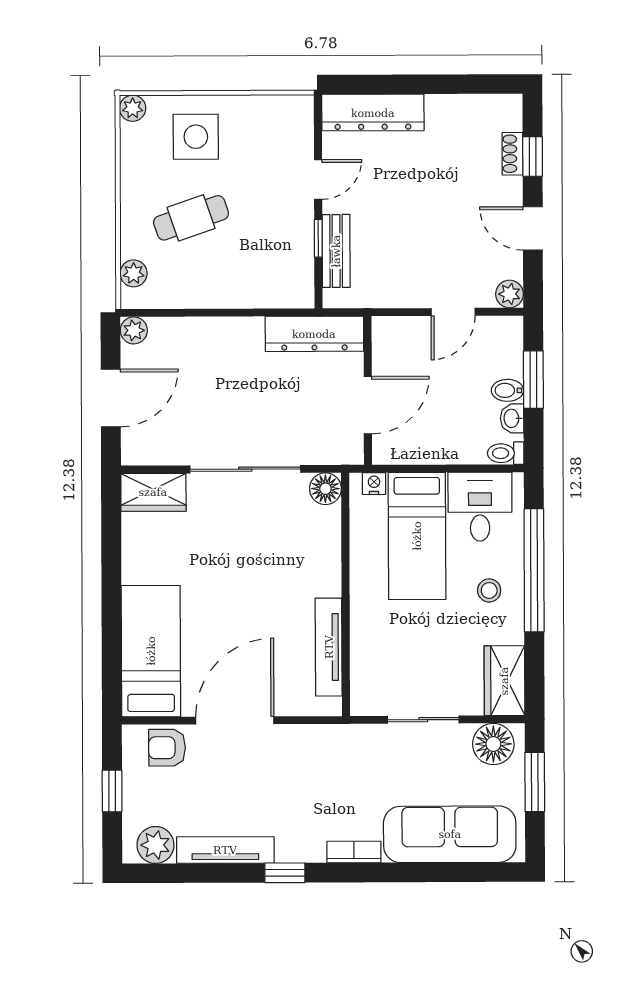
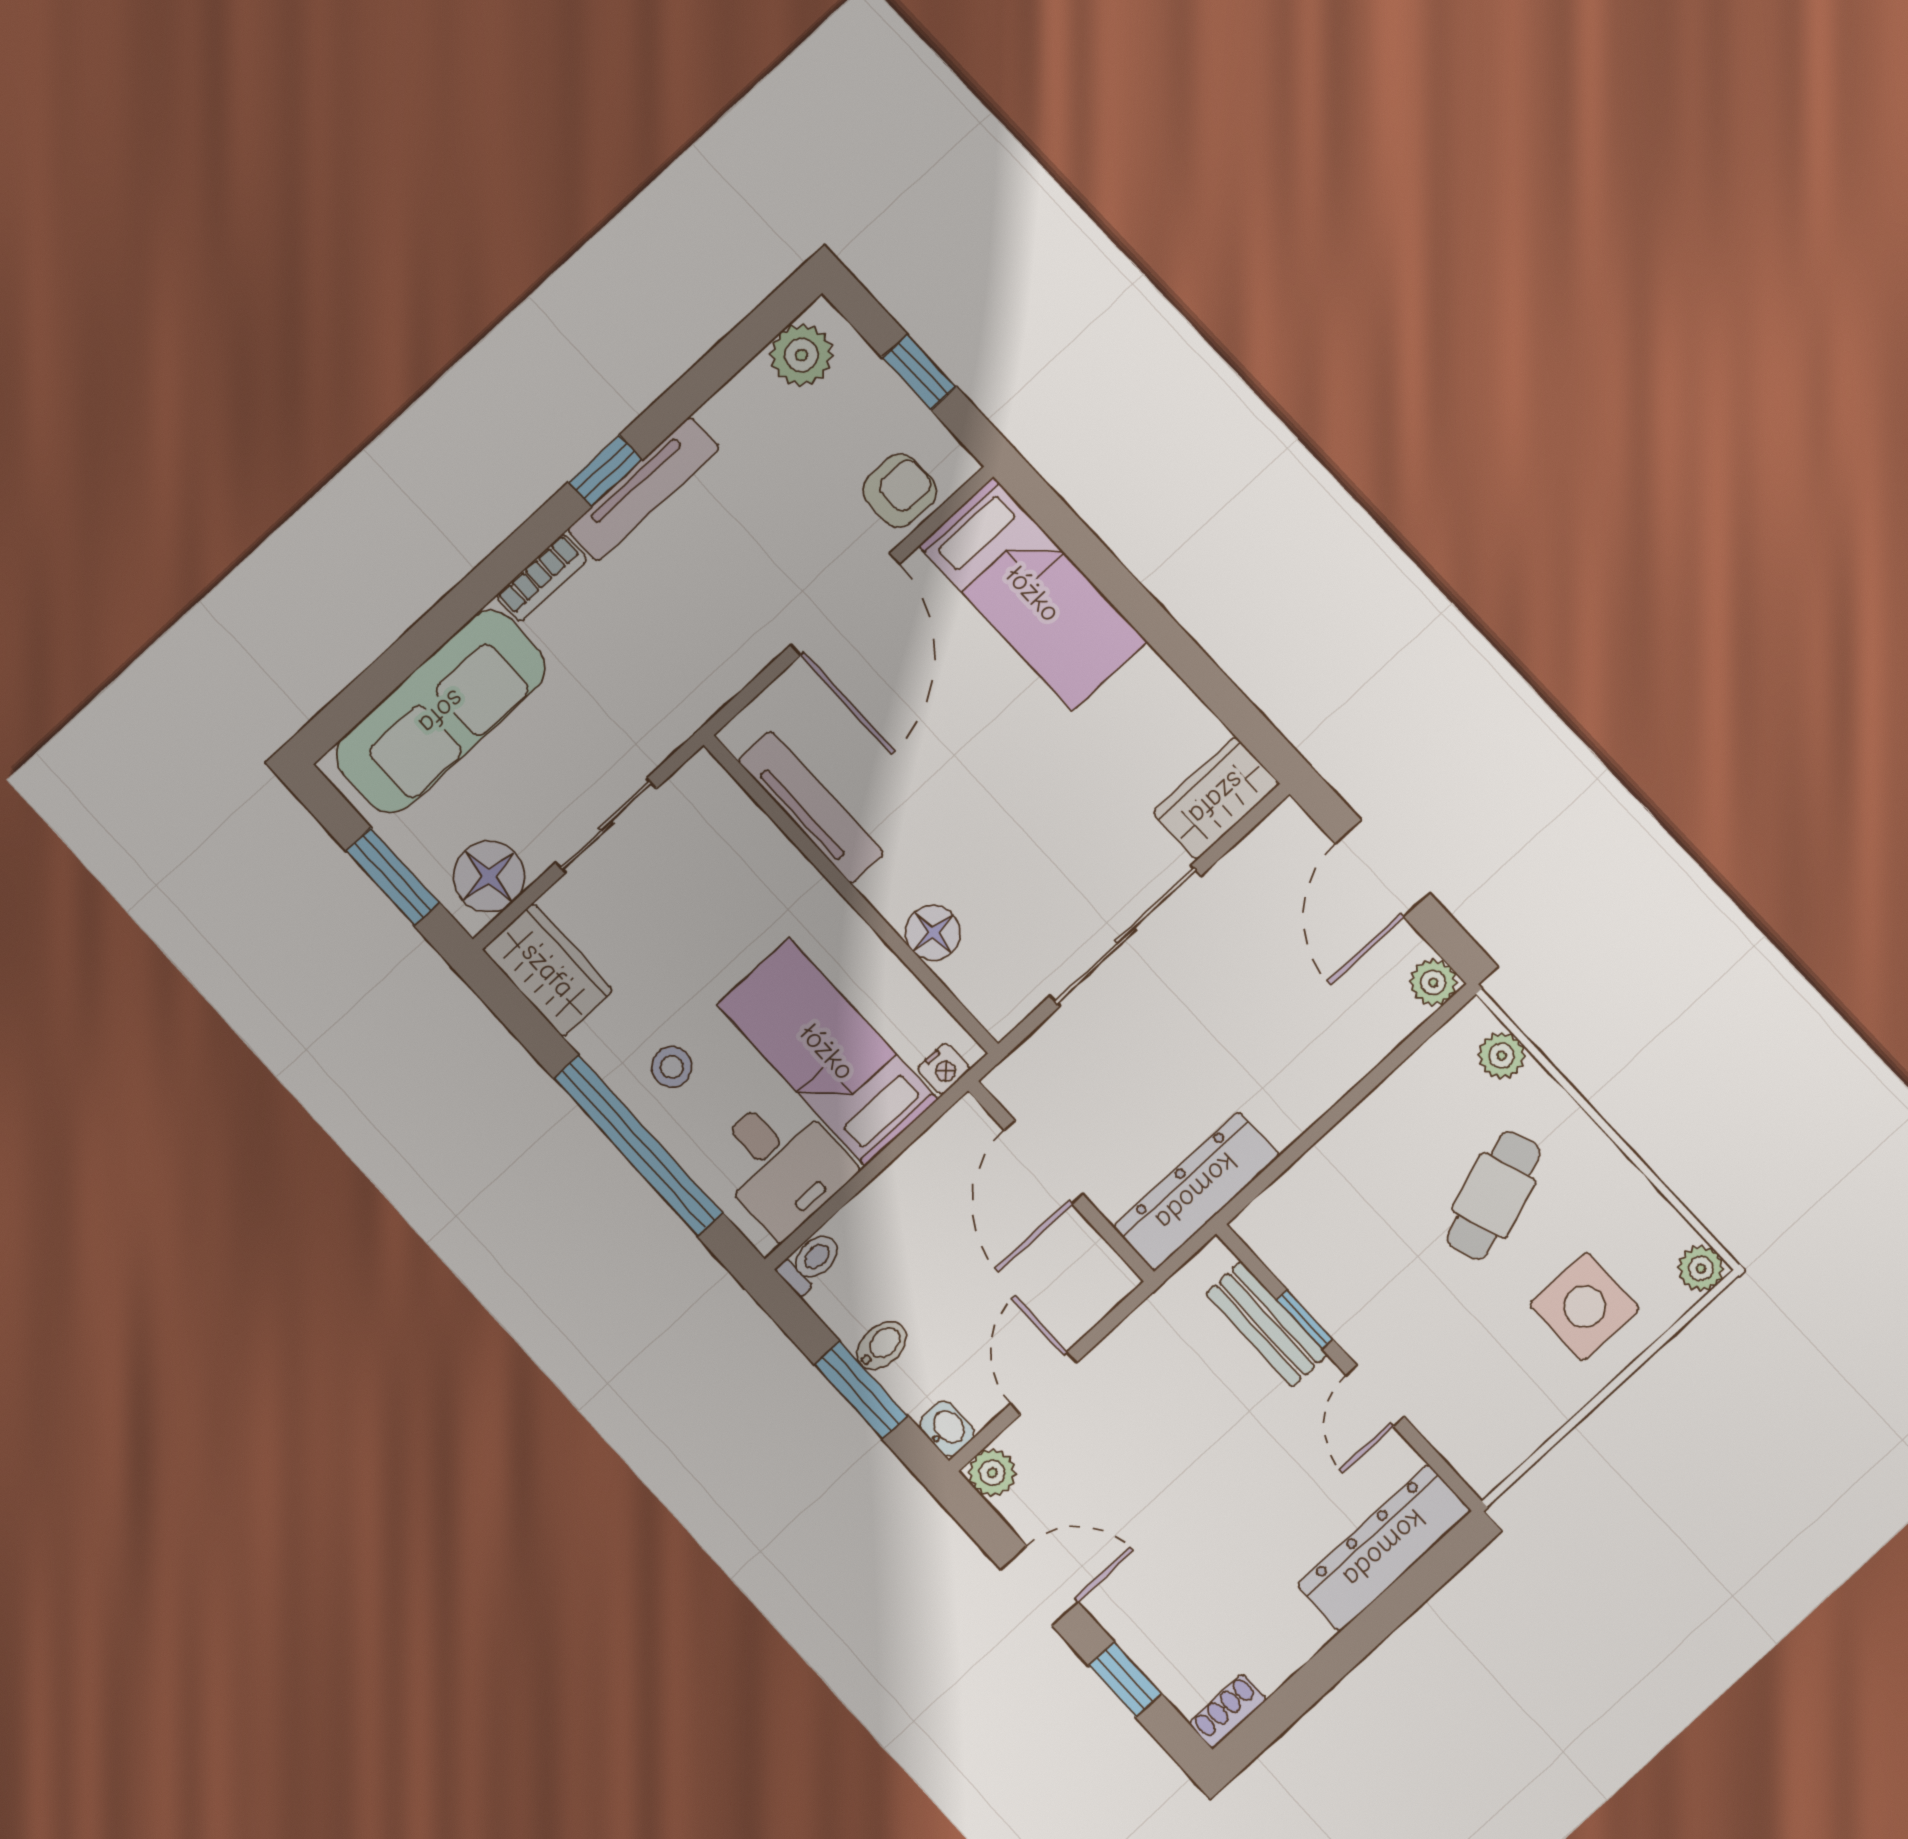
shoe rack: (512, 154) -> (1227, 1711), moved, turned -90
washbasin: (512, 418) -> (947, 1429), moved
floor lamp: (325, 489) -> (933, 933), moved
tv unit: (225, 850) -> (644, 489), moved

